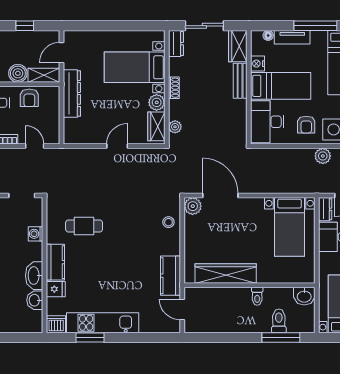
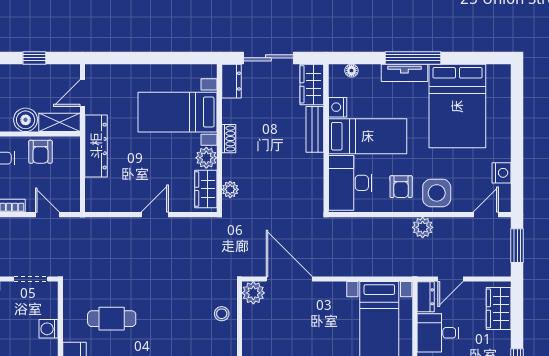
tv unit: (292, 37) -> (404, 73), moved

